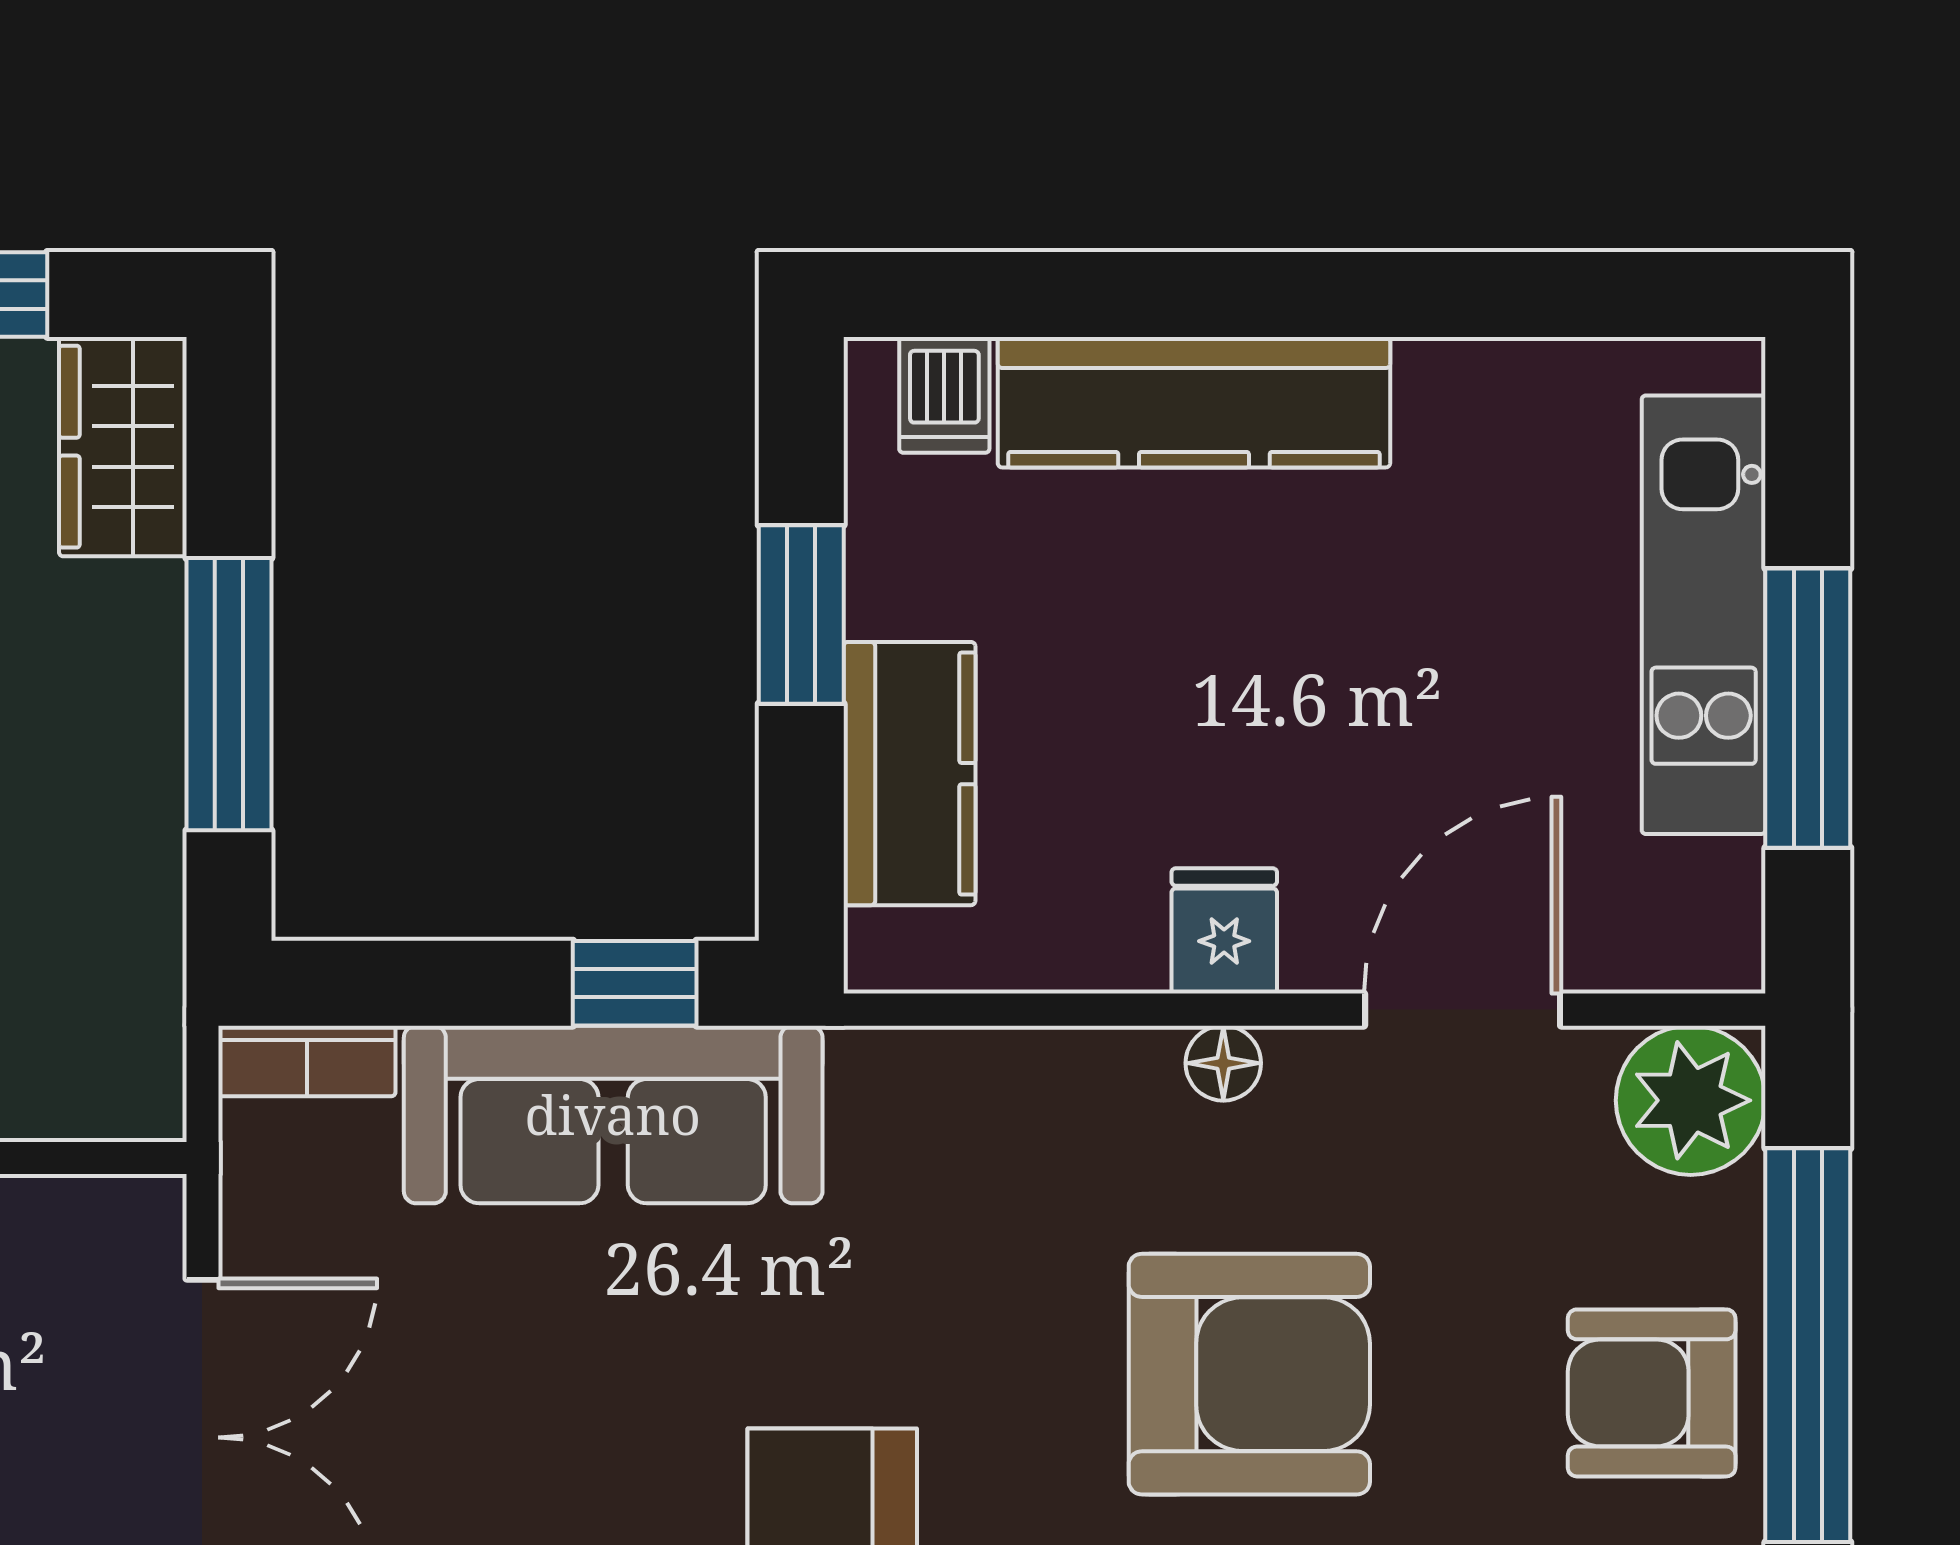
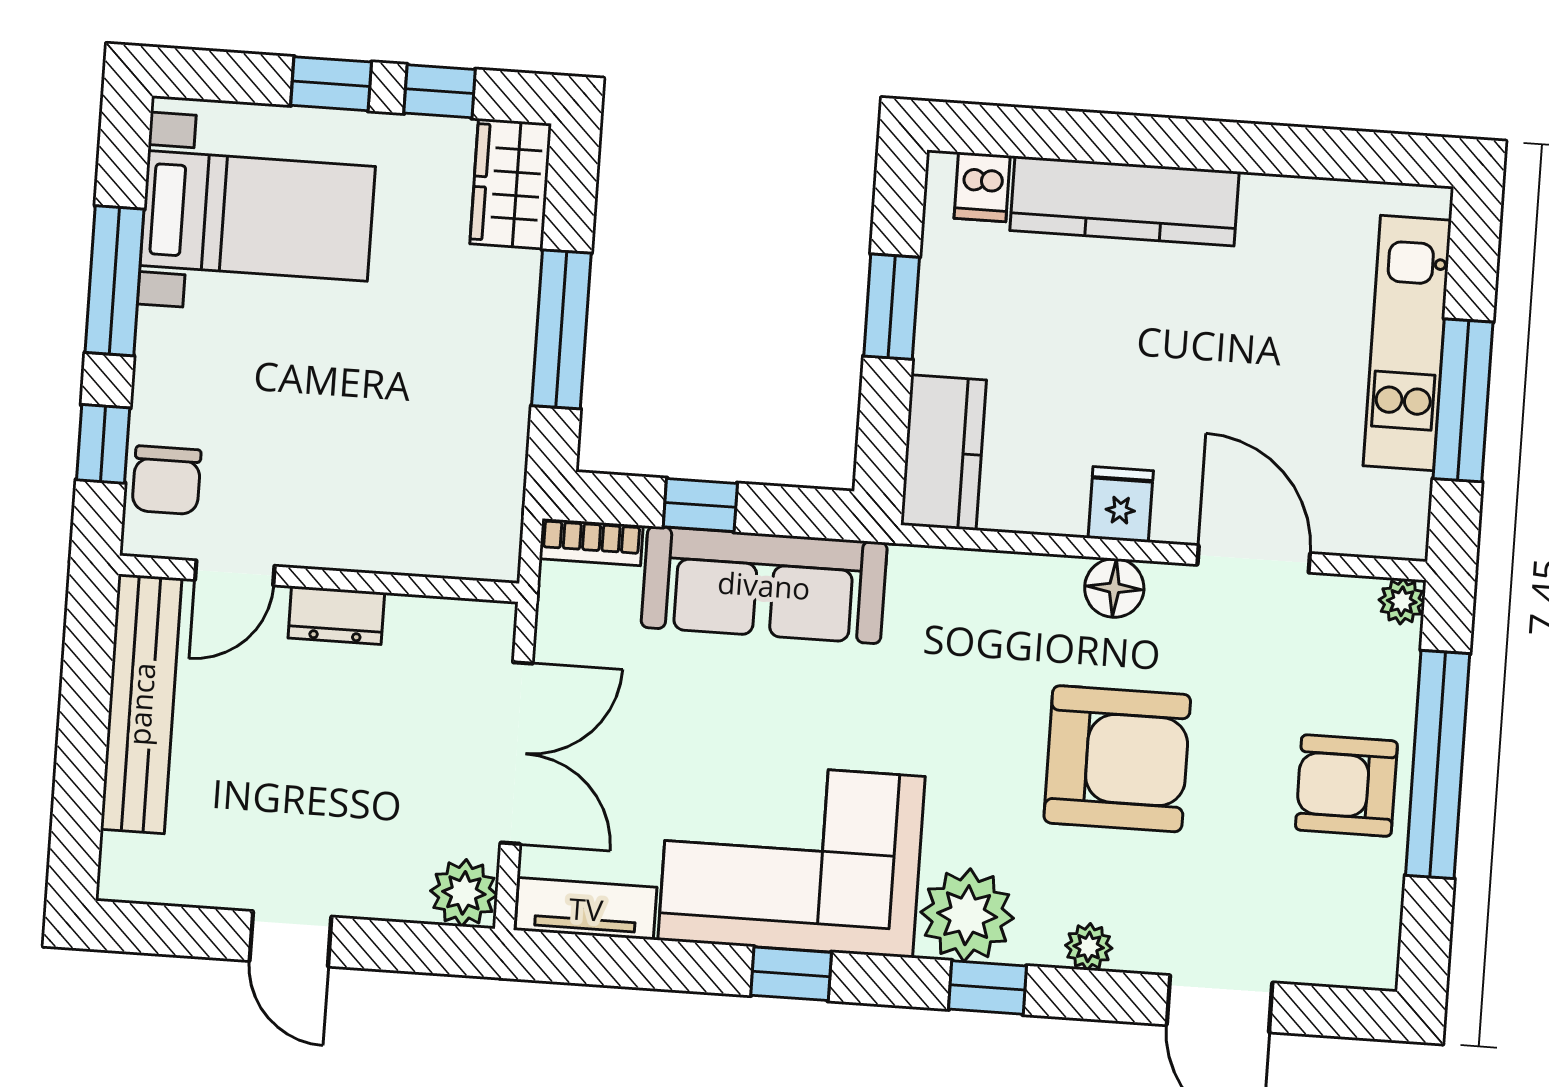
kitchen counter: (909, 774) -> (944, 453), moved
window: (635, 983) -> (700, 505), moved
door: (1463, 1010) -> (1254, 559), hinge flipped
floor lamp: (1223, 1063) -> (1114, 588), width x1.37, depth x1.37
plant: (1691, 1100) -> (1402, 601), width x0.53, depth x0.53

